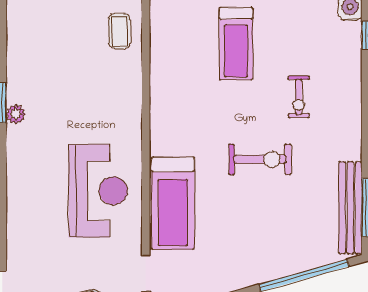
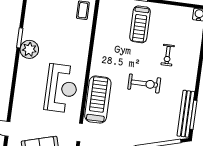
plant: (16, 114) -> (29, 49), width x1.87, depth x1.87
treadmill: (173, 203) -> (98, 100), turned 180

